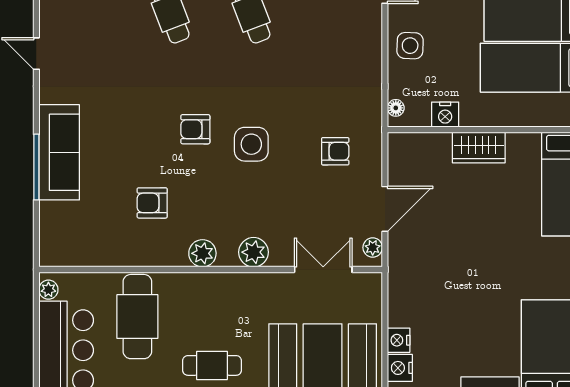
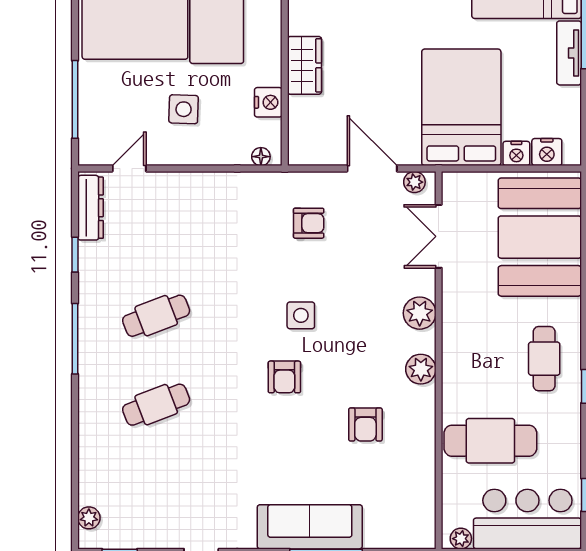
side table: (410, 46) -> (184, 109), moved
side table: (251, 144) -> (301, 315), width x0.73, depth x0.73
armchair: (335, 151) -> (309, 223), turned 90
bed: (441, 290) -> (461, 107), added

